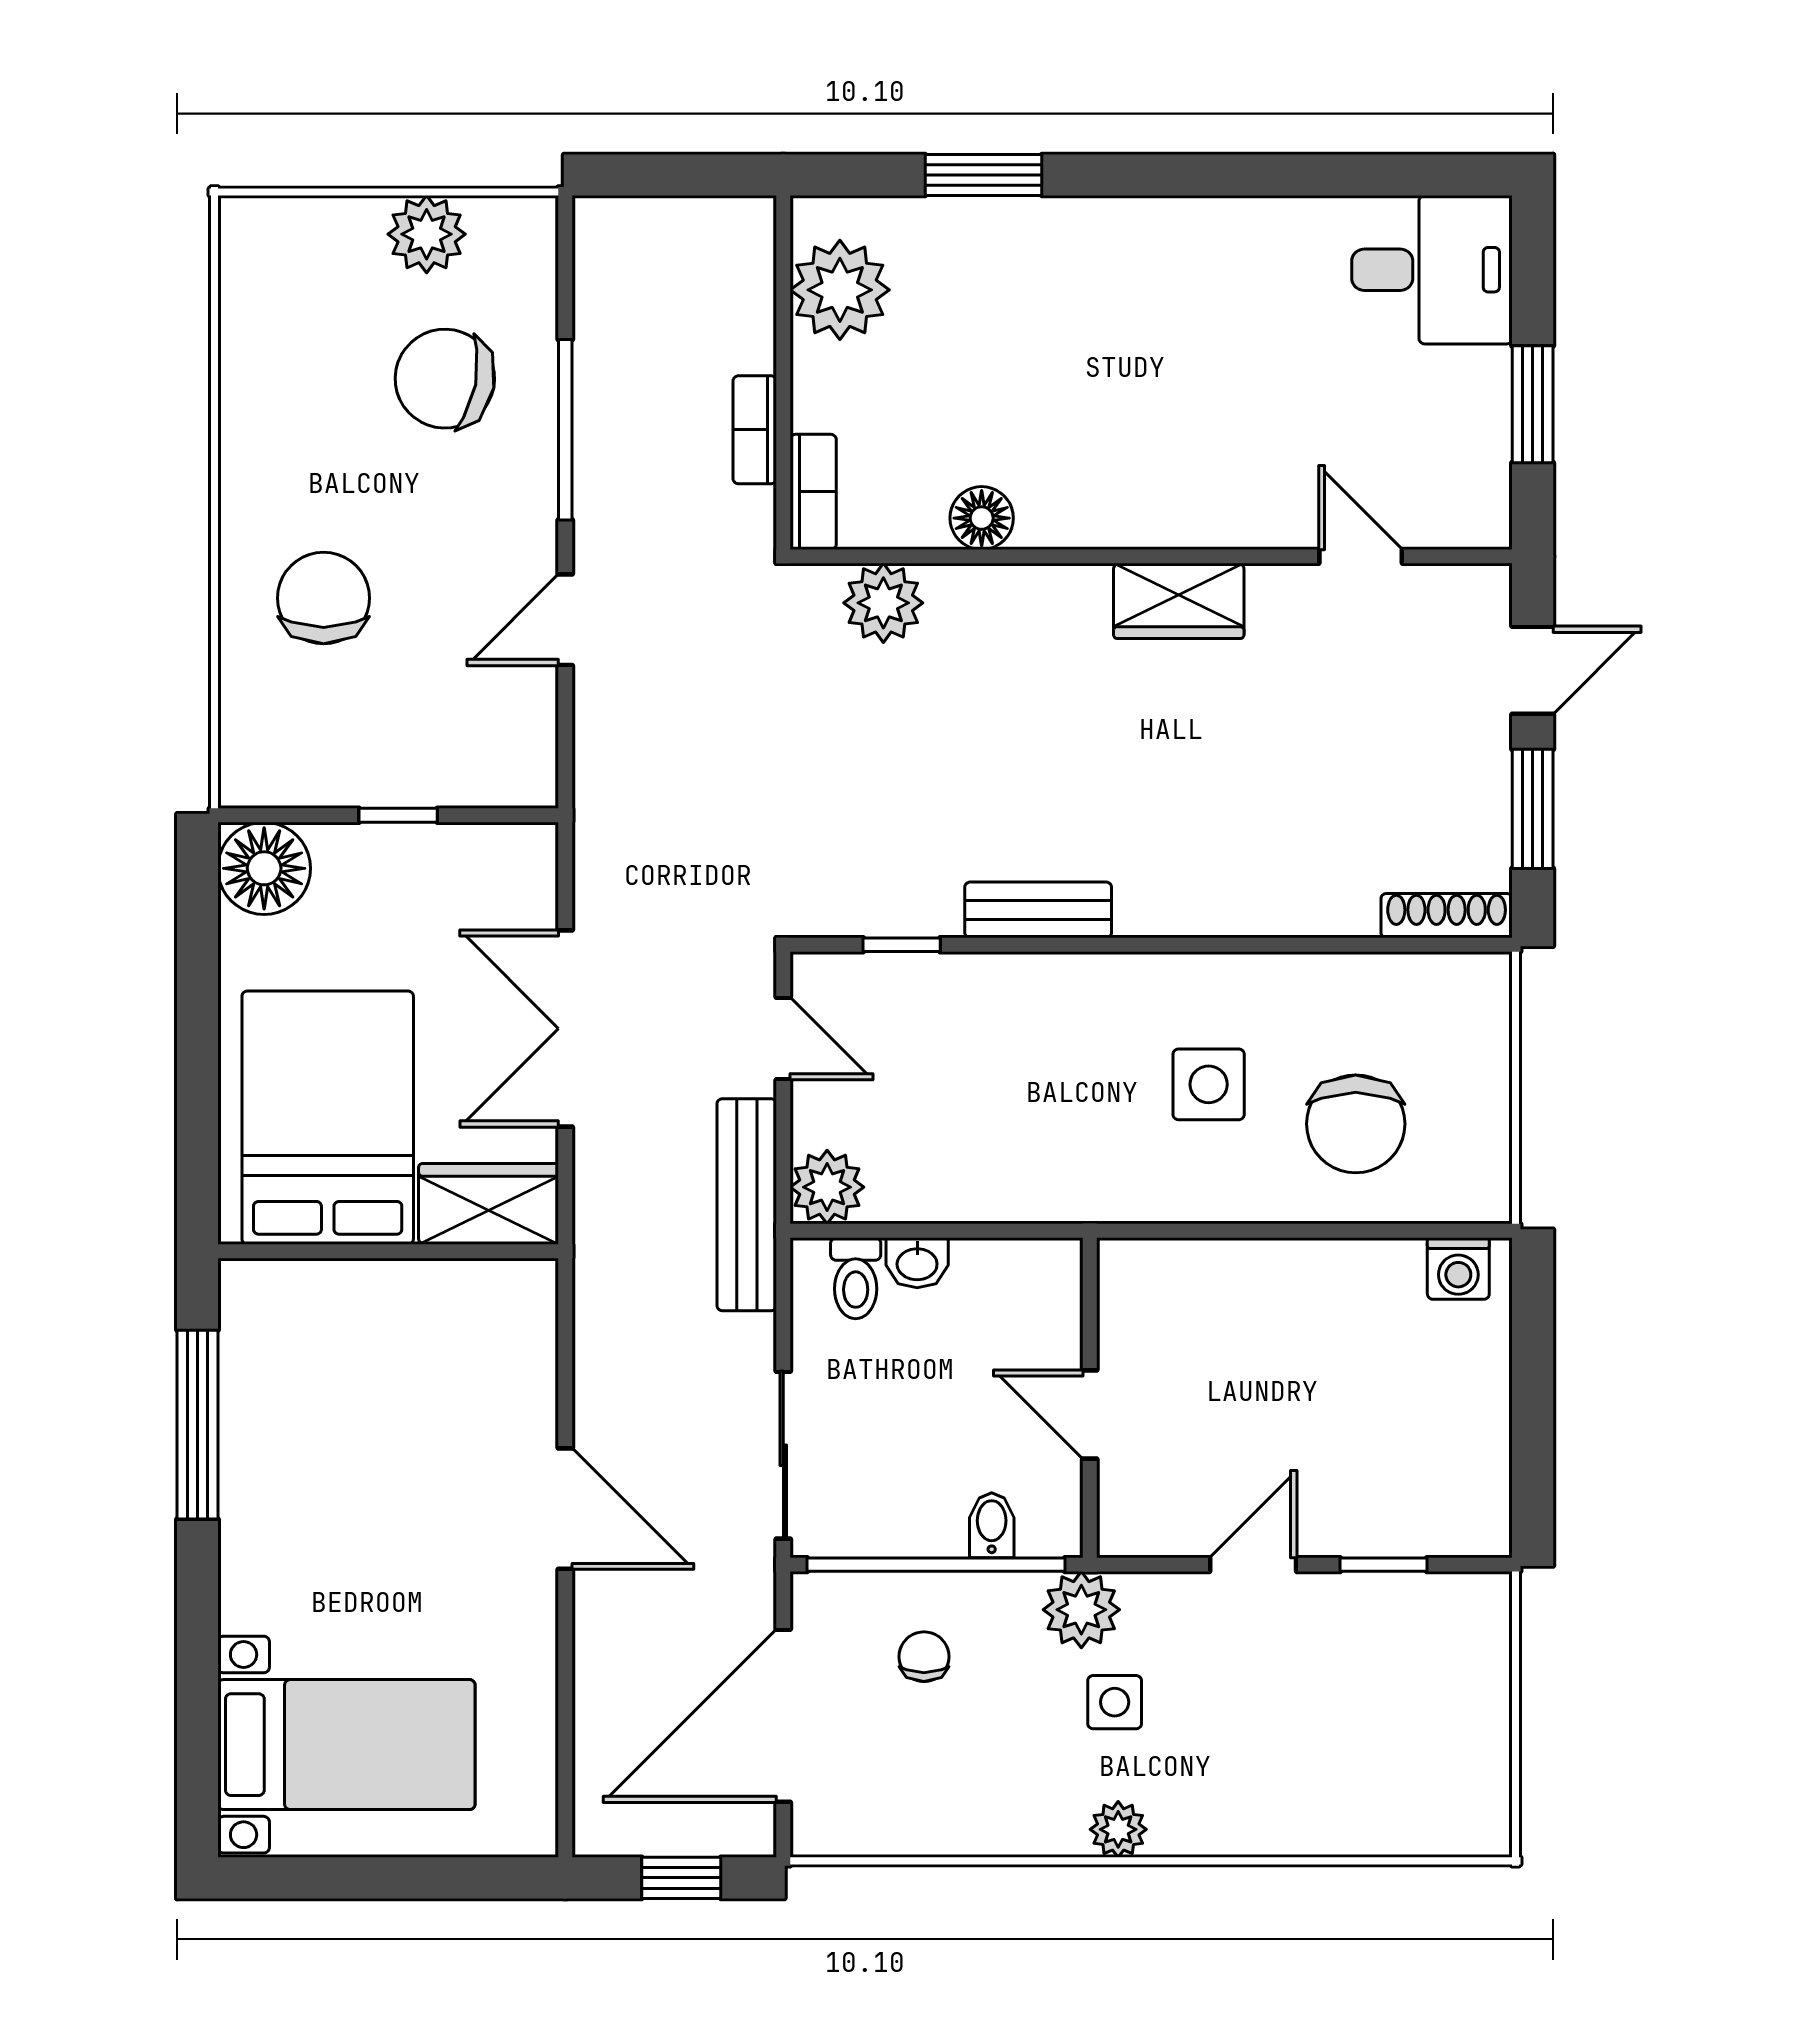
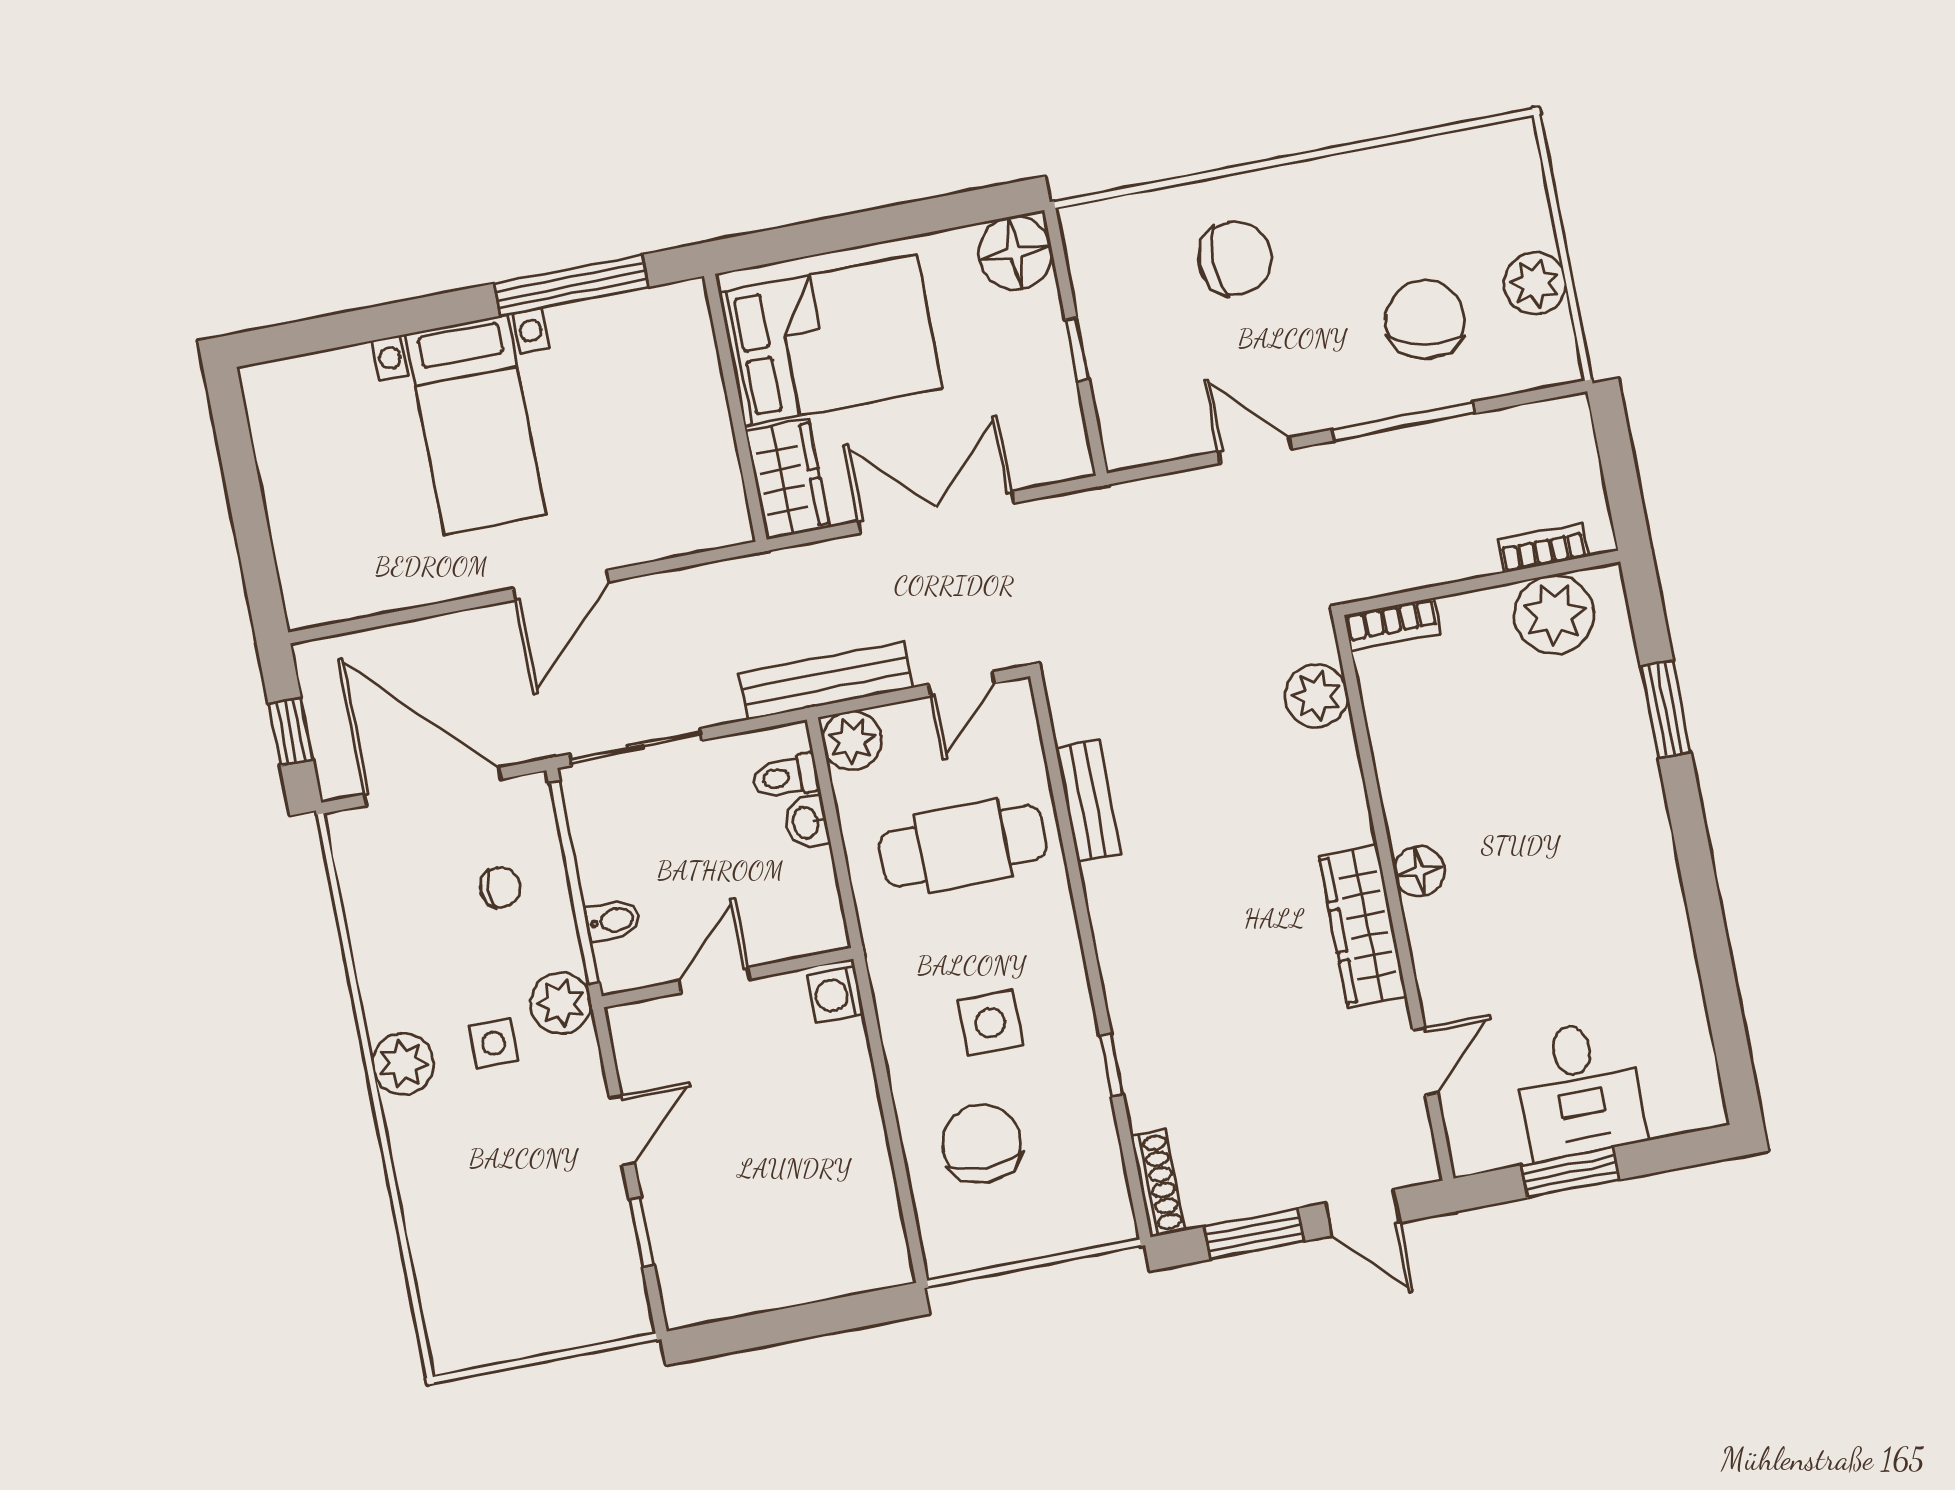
desk: (1432, 270) -> (1579, 1089), moved
bookcase: (755, 430) -> (1543, 548), moved
floor lamp: (982, 518) -> (1419, 871), moved
wardrobe: (1179, 601) -> (1363, 926), width x1.50
bench: (1038, 910) -> (1088, 801), moved
window: (902, 945) -> (1111, 1065), moved
cafe table: (983, 1075) -> (963, 846), added
chair: (1356, 1124) -> (982, 1144), turned 90
washing machine: (1458, 1268) -> (835, 995), moved
door: (1253, 1565) -> (622, 1130), hinge flipped
bed with nightstands: (346, 1745) -> (476, 424), moved
plant: (1118, 1829) -> (403, 1064), width x1.38, depth x1.38

